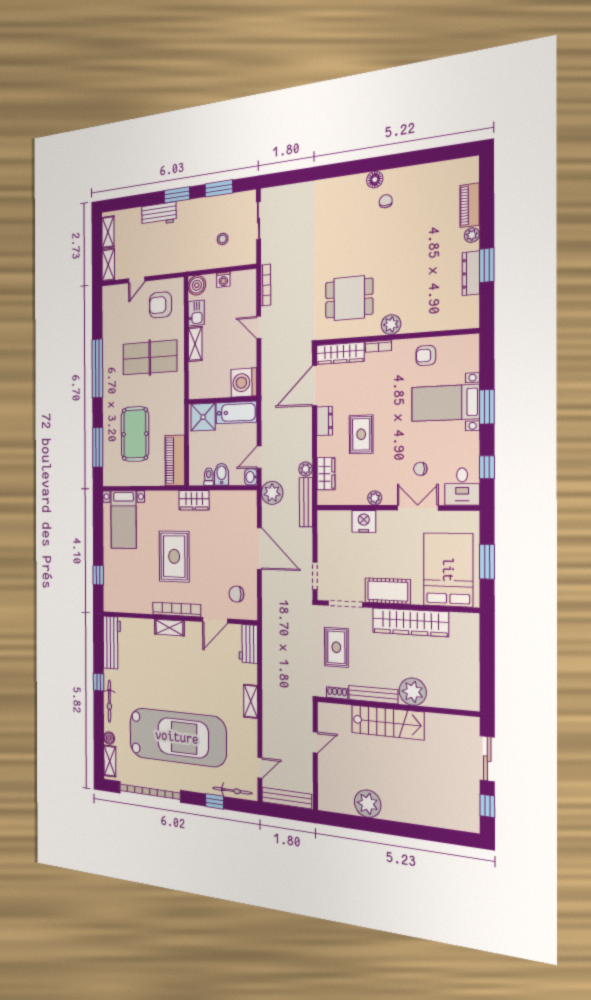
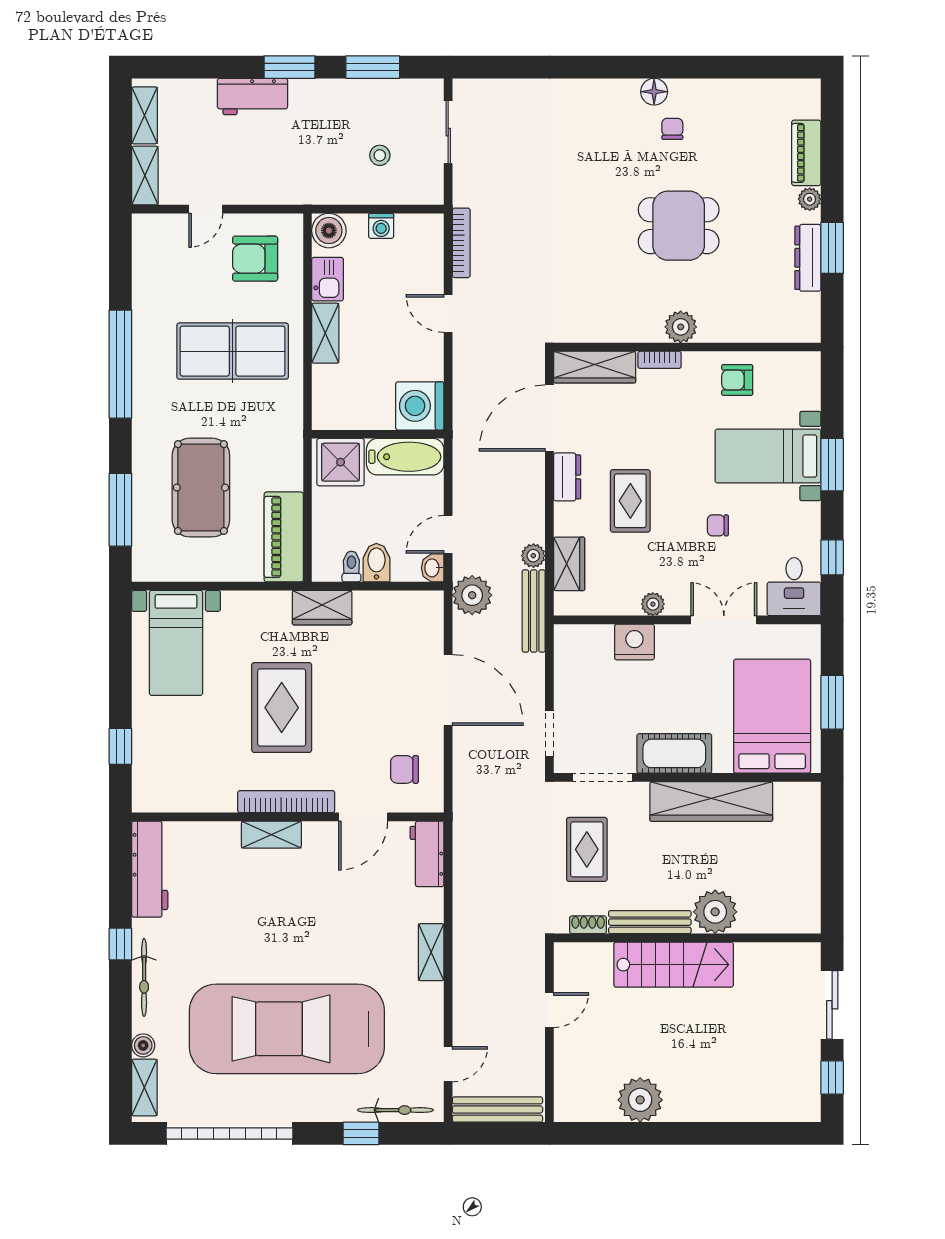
dining table: (349, 298) -> (679, 226), moved
chair: (420, 469) -> (718, 525), moved
car: (177, 737) -> (287, 1029), turned 180

